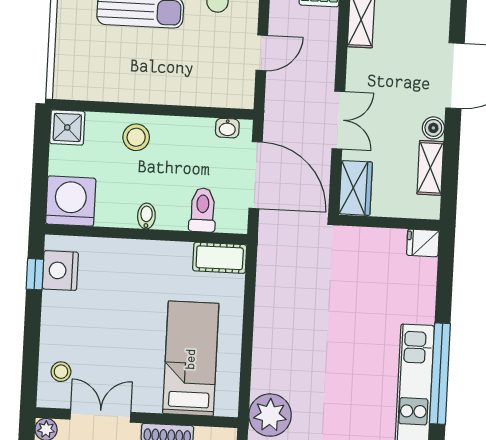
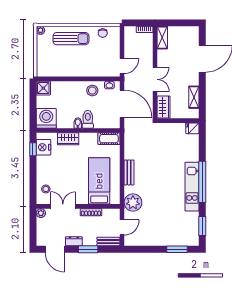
door: (262, 53) -> (122, 66), moved
boiler: (433, 128) -> (194, 81), removed
stool: (136, 137) -> (92, 91), moved
toilet: (203, 210) -> (88, 119), moved
wardrobe: (121, 253) -> (68, 139), added
bench: (264, 342) -> (129, 172), added

